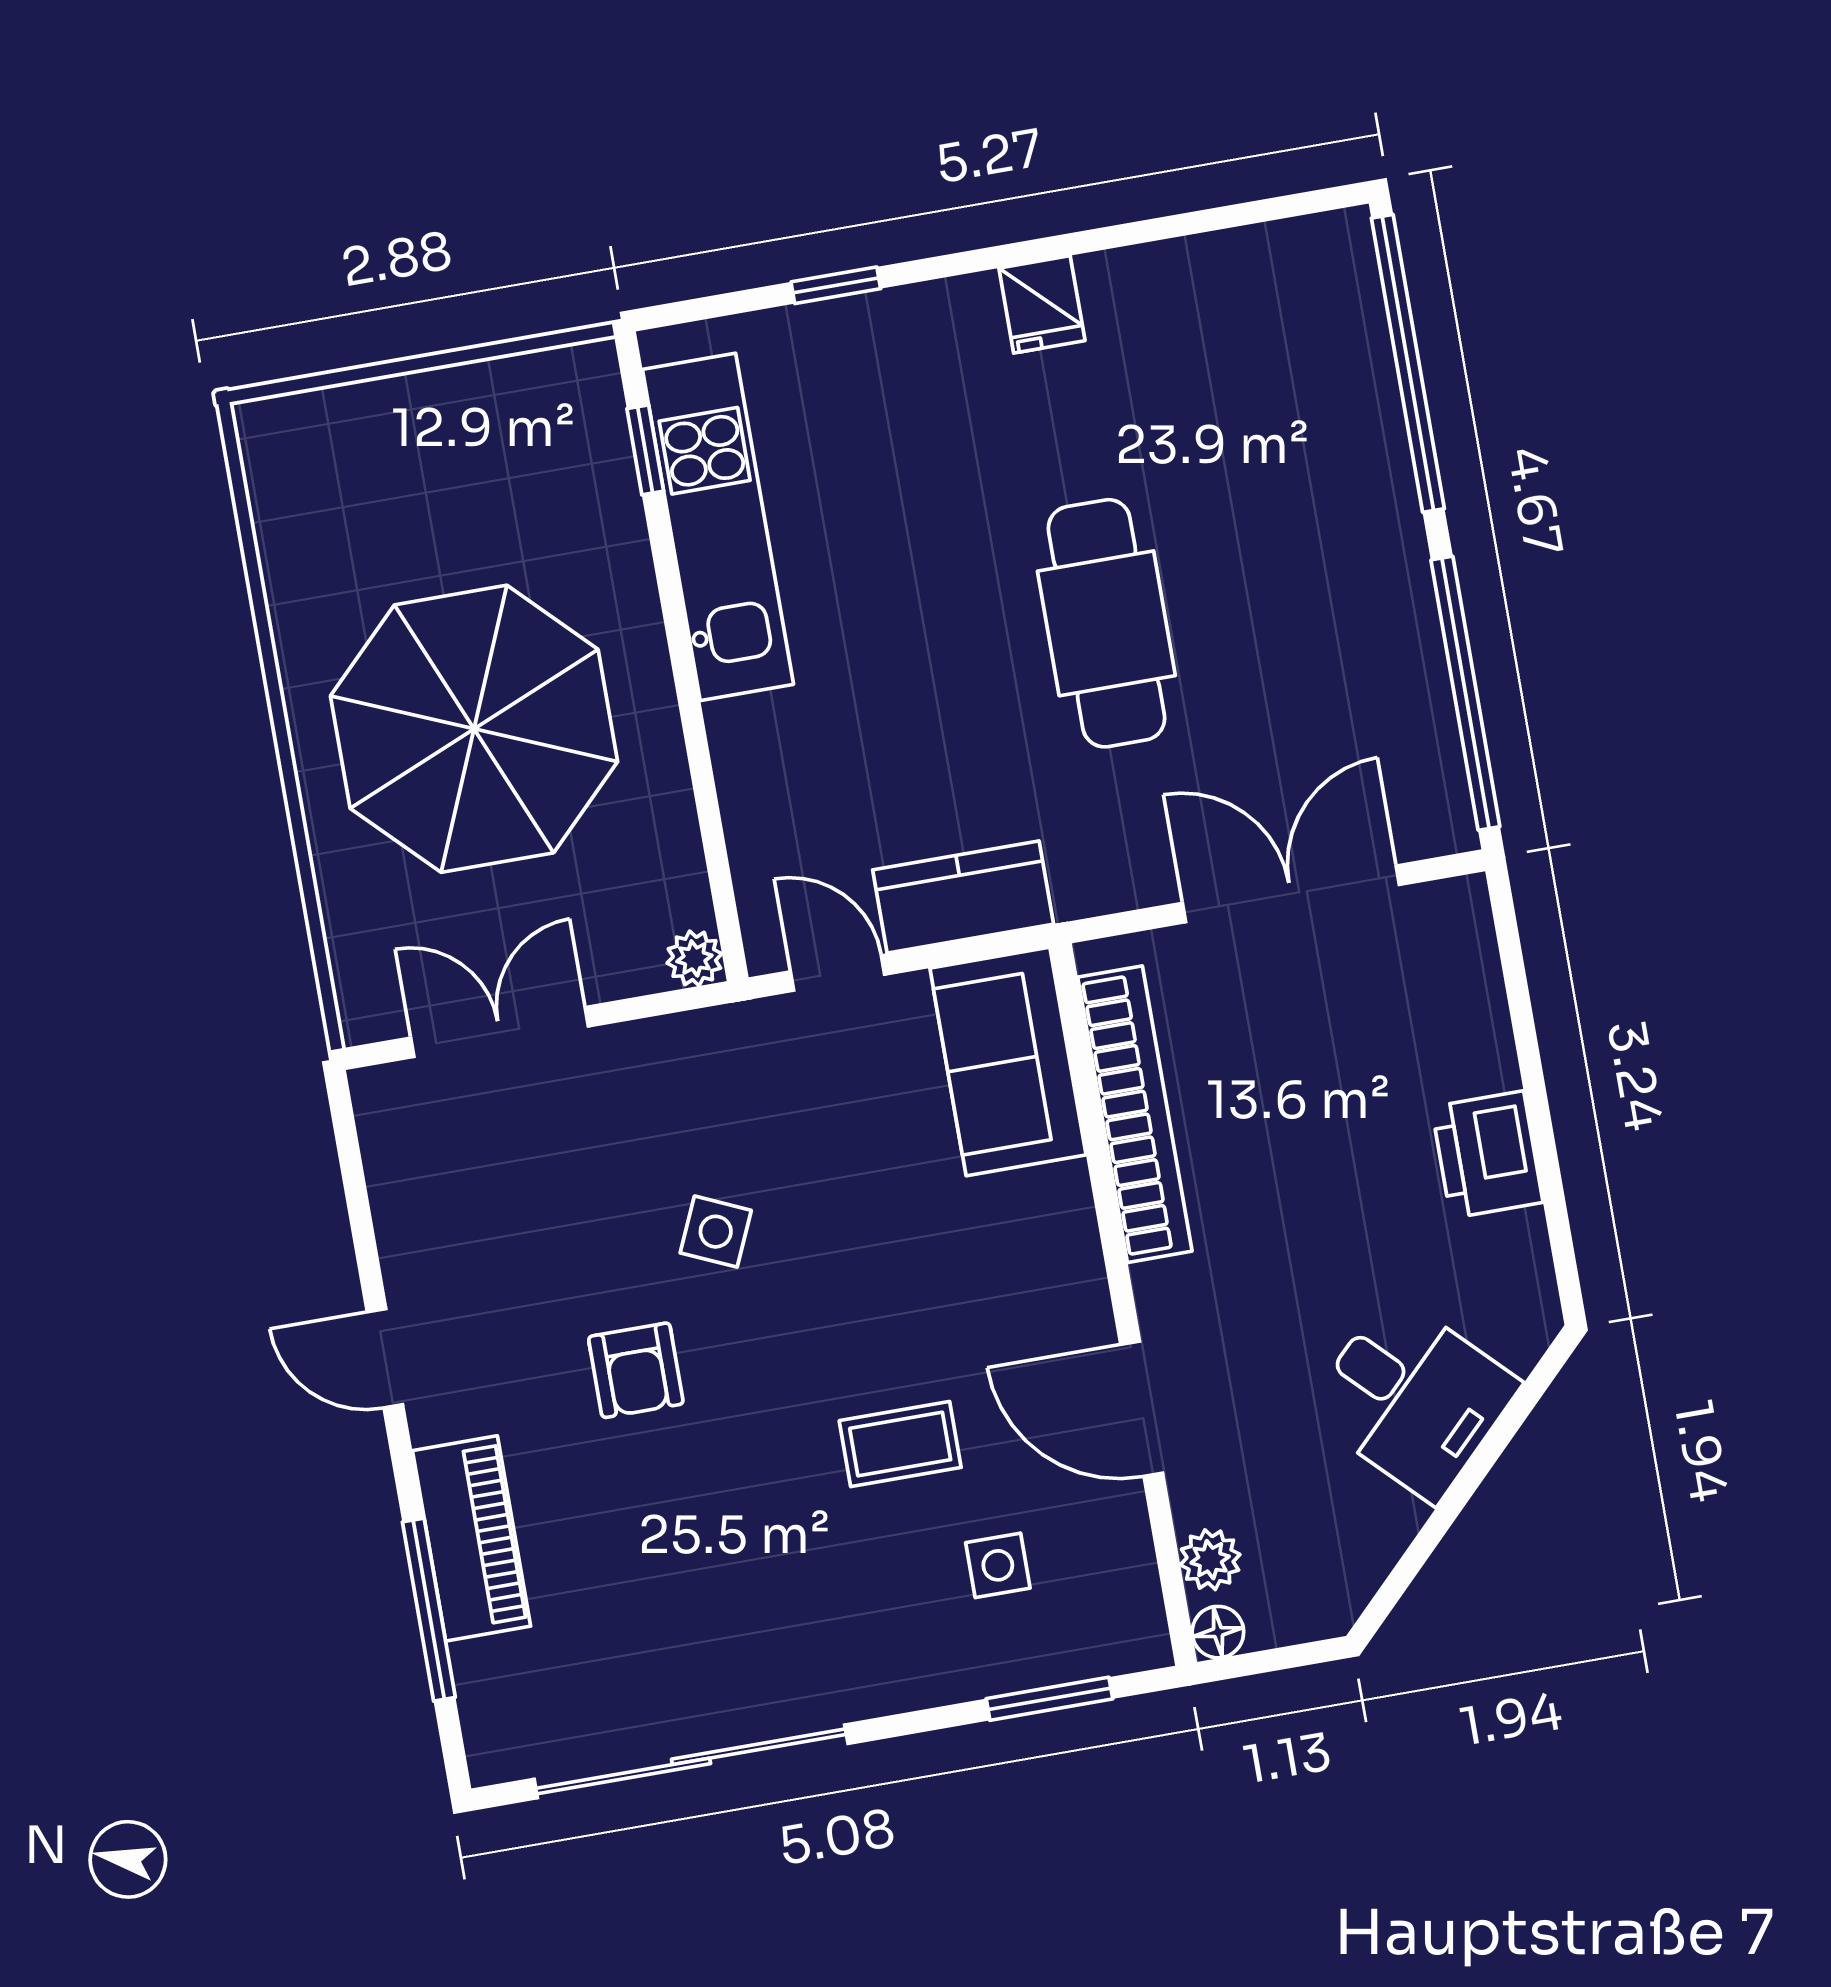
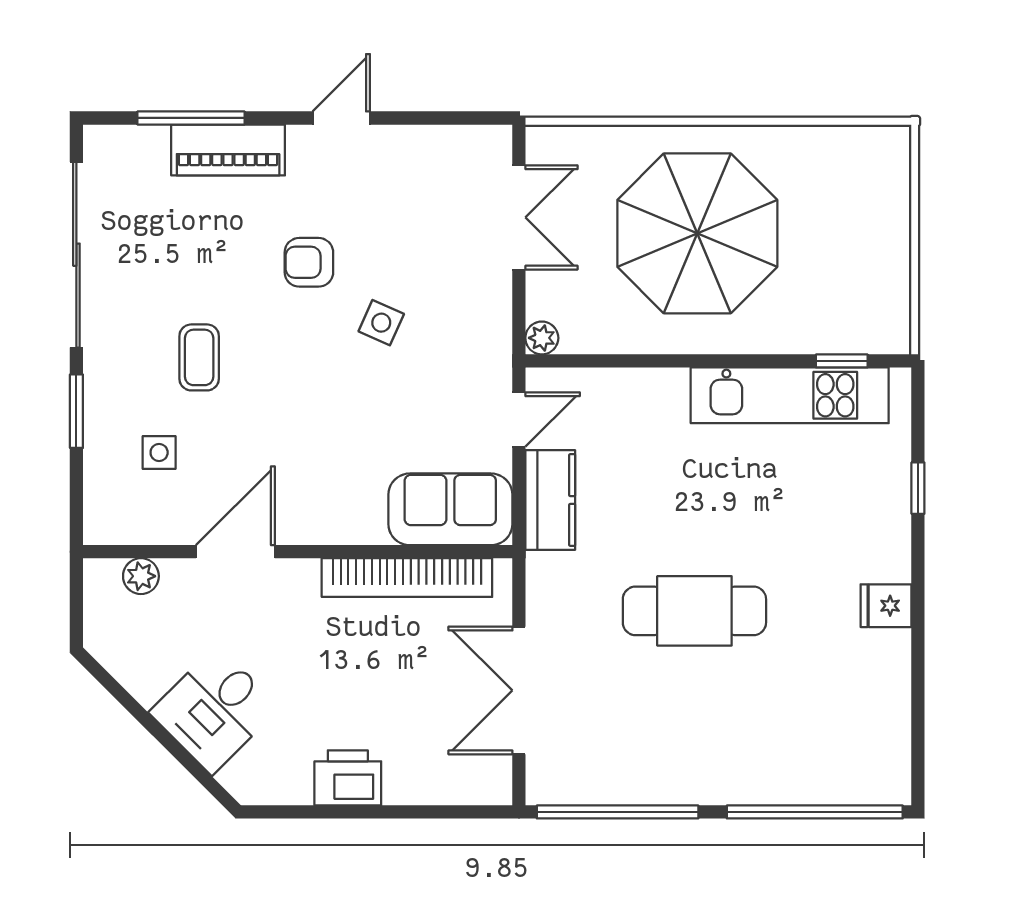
double door: (1291, 894) -> (519, 690), swing flipped
coffee table: (900, 1444) -> (199, 357), moved
floor lamp: (1218, 1632) -> (98, 573), removed
window: (1049, 1699) -> (76, 411), moved

